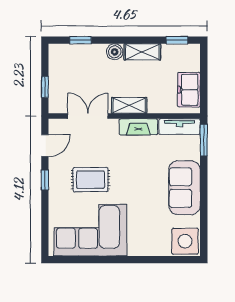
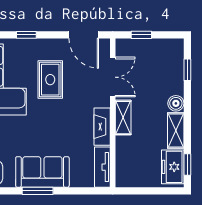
freezer: (189, 90) -> (173, 167), moved, turned -90
window: (204, 140) -> (38, 191), moved
door: (45, 146) -> (84, 35), width x1.38
window: (45, 180) -> (26, 35), moved

